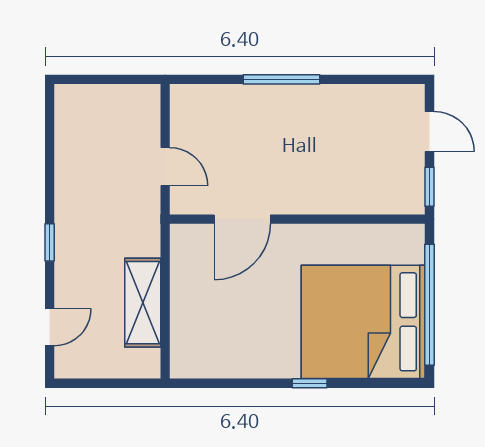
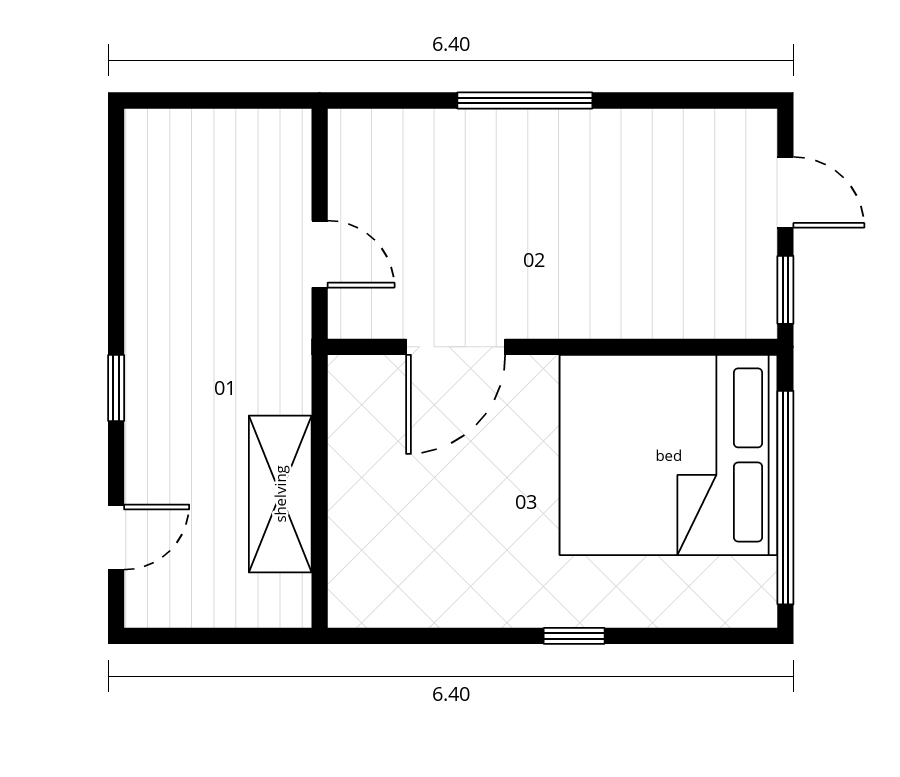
bed: (363, 322) -> (669, 455), moved

